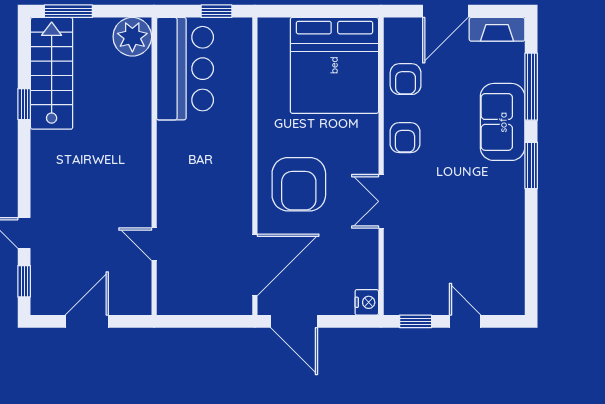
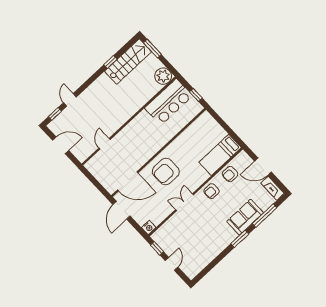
bed: (334, 65) -> (220, 155), width x0.49

